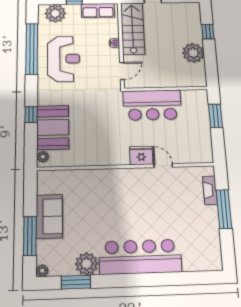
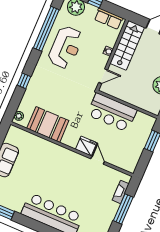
booth: (53, 127) -> (48, 124), moved, turned 90
plant: (87, 264) -> (15, 203), removed

